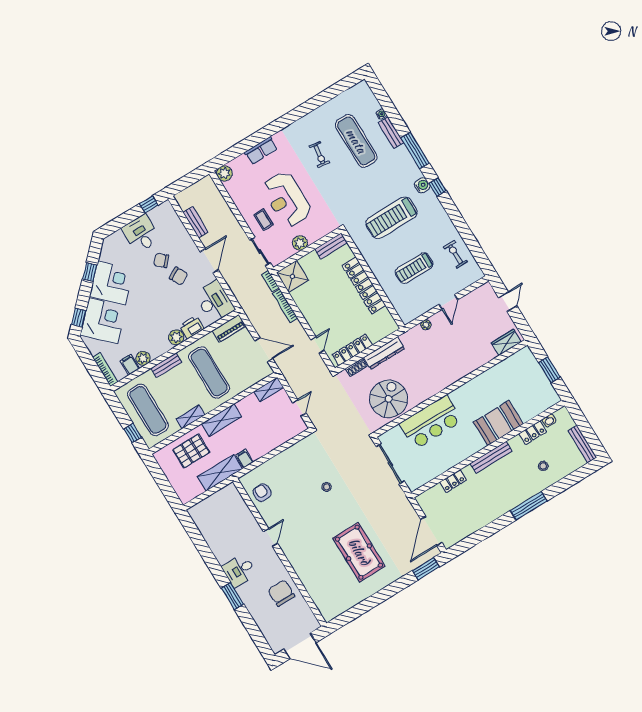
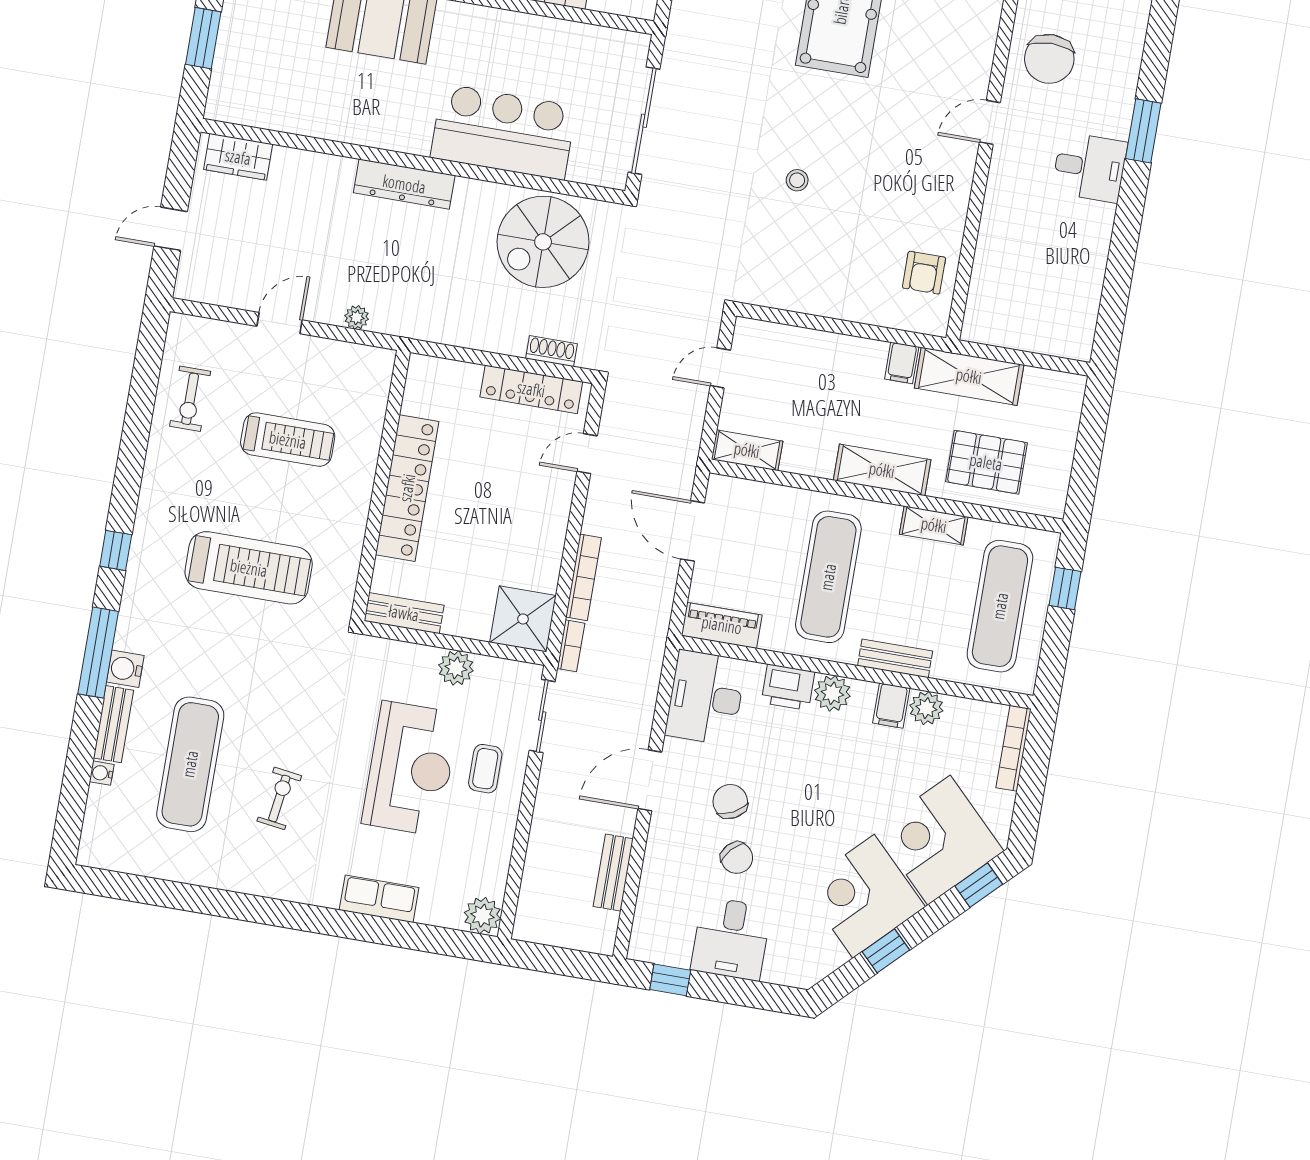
water cooler: (422, 185) -> (125, 669), moved
dresser: (384, 353) -> (404, 184), moved, turned 180
filing cabinet: (130, 365) -> (891, 706), moved
door: (270, 538) -> (990, 122), moved

